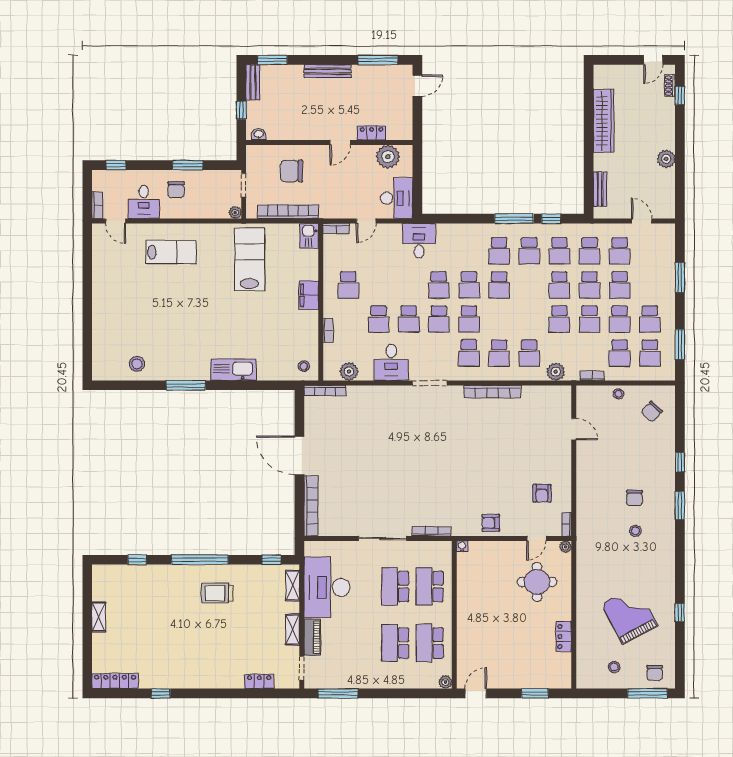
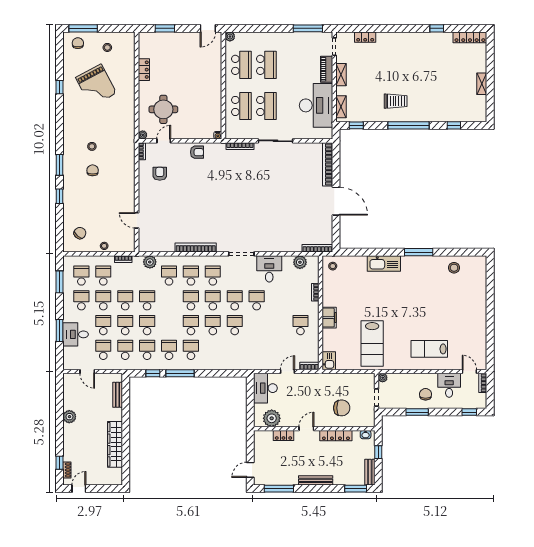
locker: (299, 133) -> (336, 436), added
bookcase: (288, 212) -> (344, 378), removed
desk: (419, 241) -> (76, 334), moved, turned 90
school desk: (378, 319) -> (191, 300), moved

